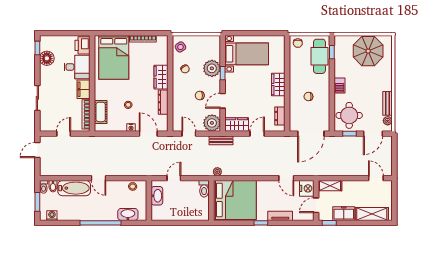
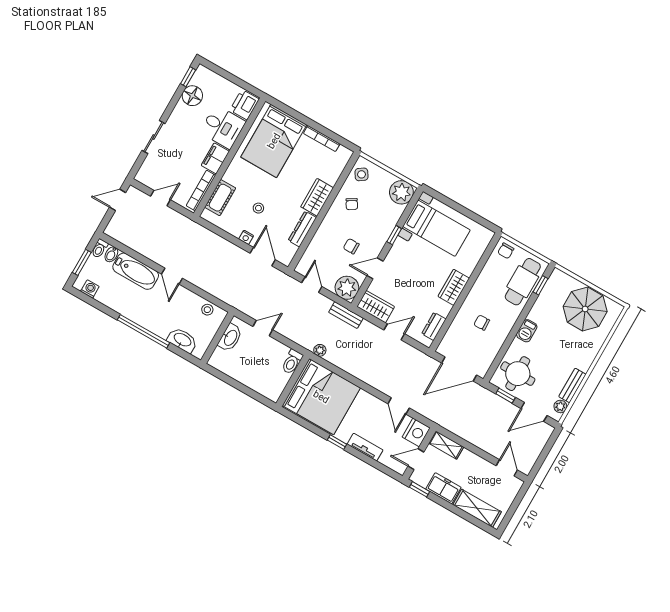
plant: (212, 68) -> (401, 192), moved

